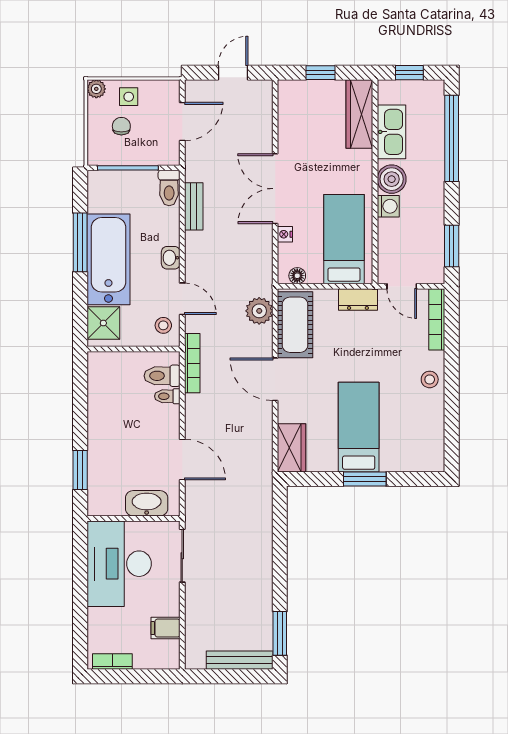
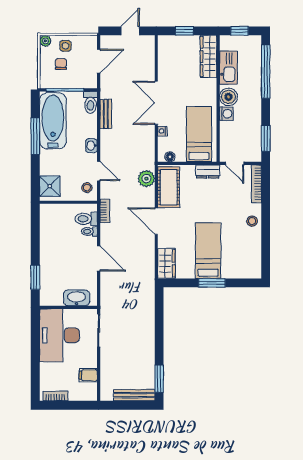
bathtub: (108, 259) -> (53, 121), moved
bookcase: (192, 363) -> (105, 211), width x0.64
door: (182, 460) -> (99, 258), moved

